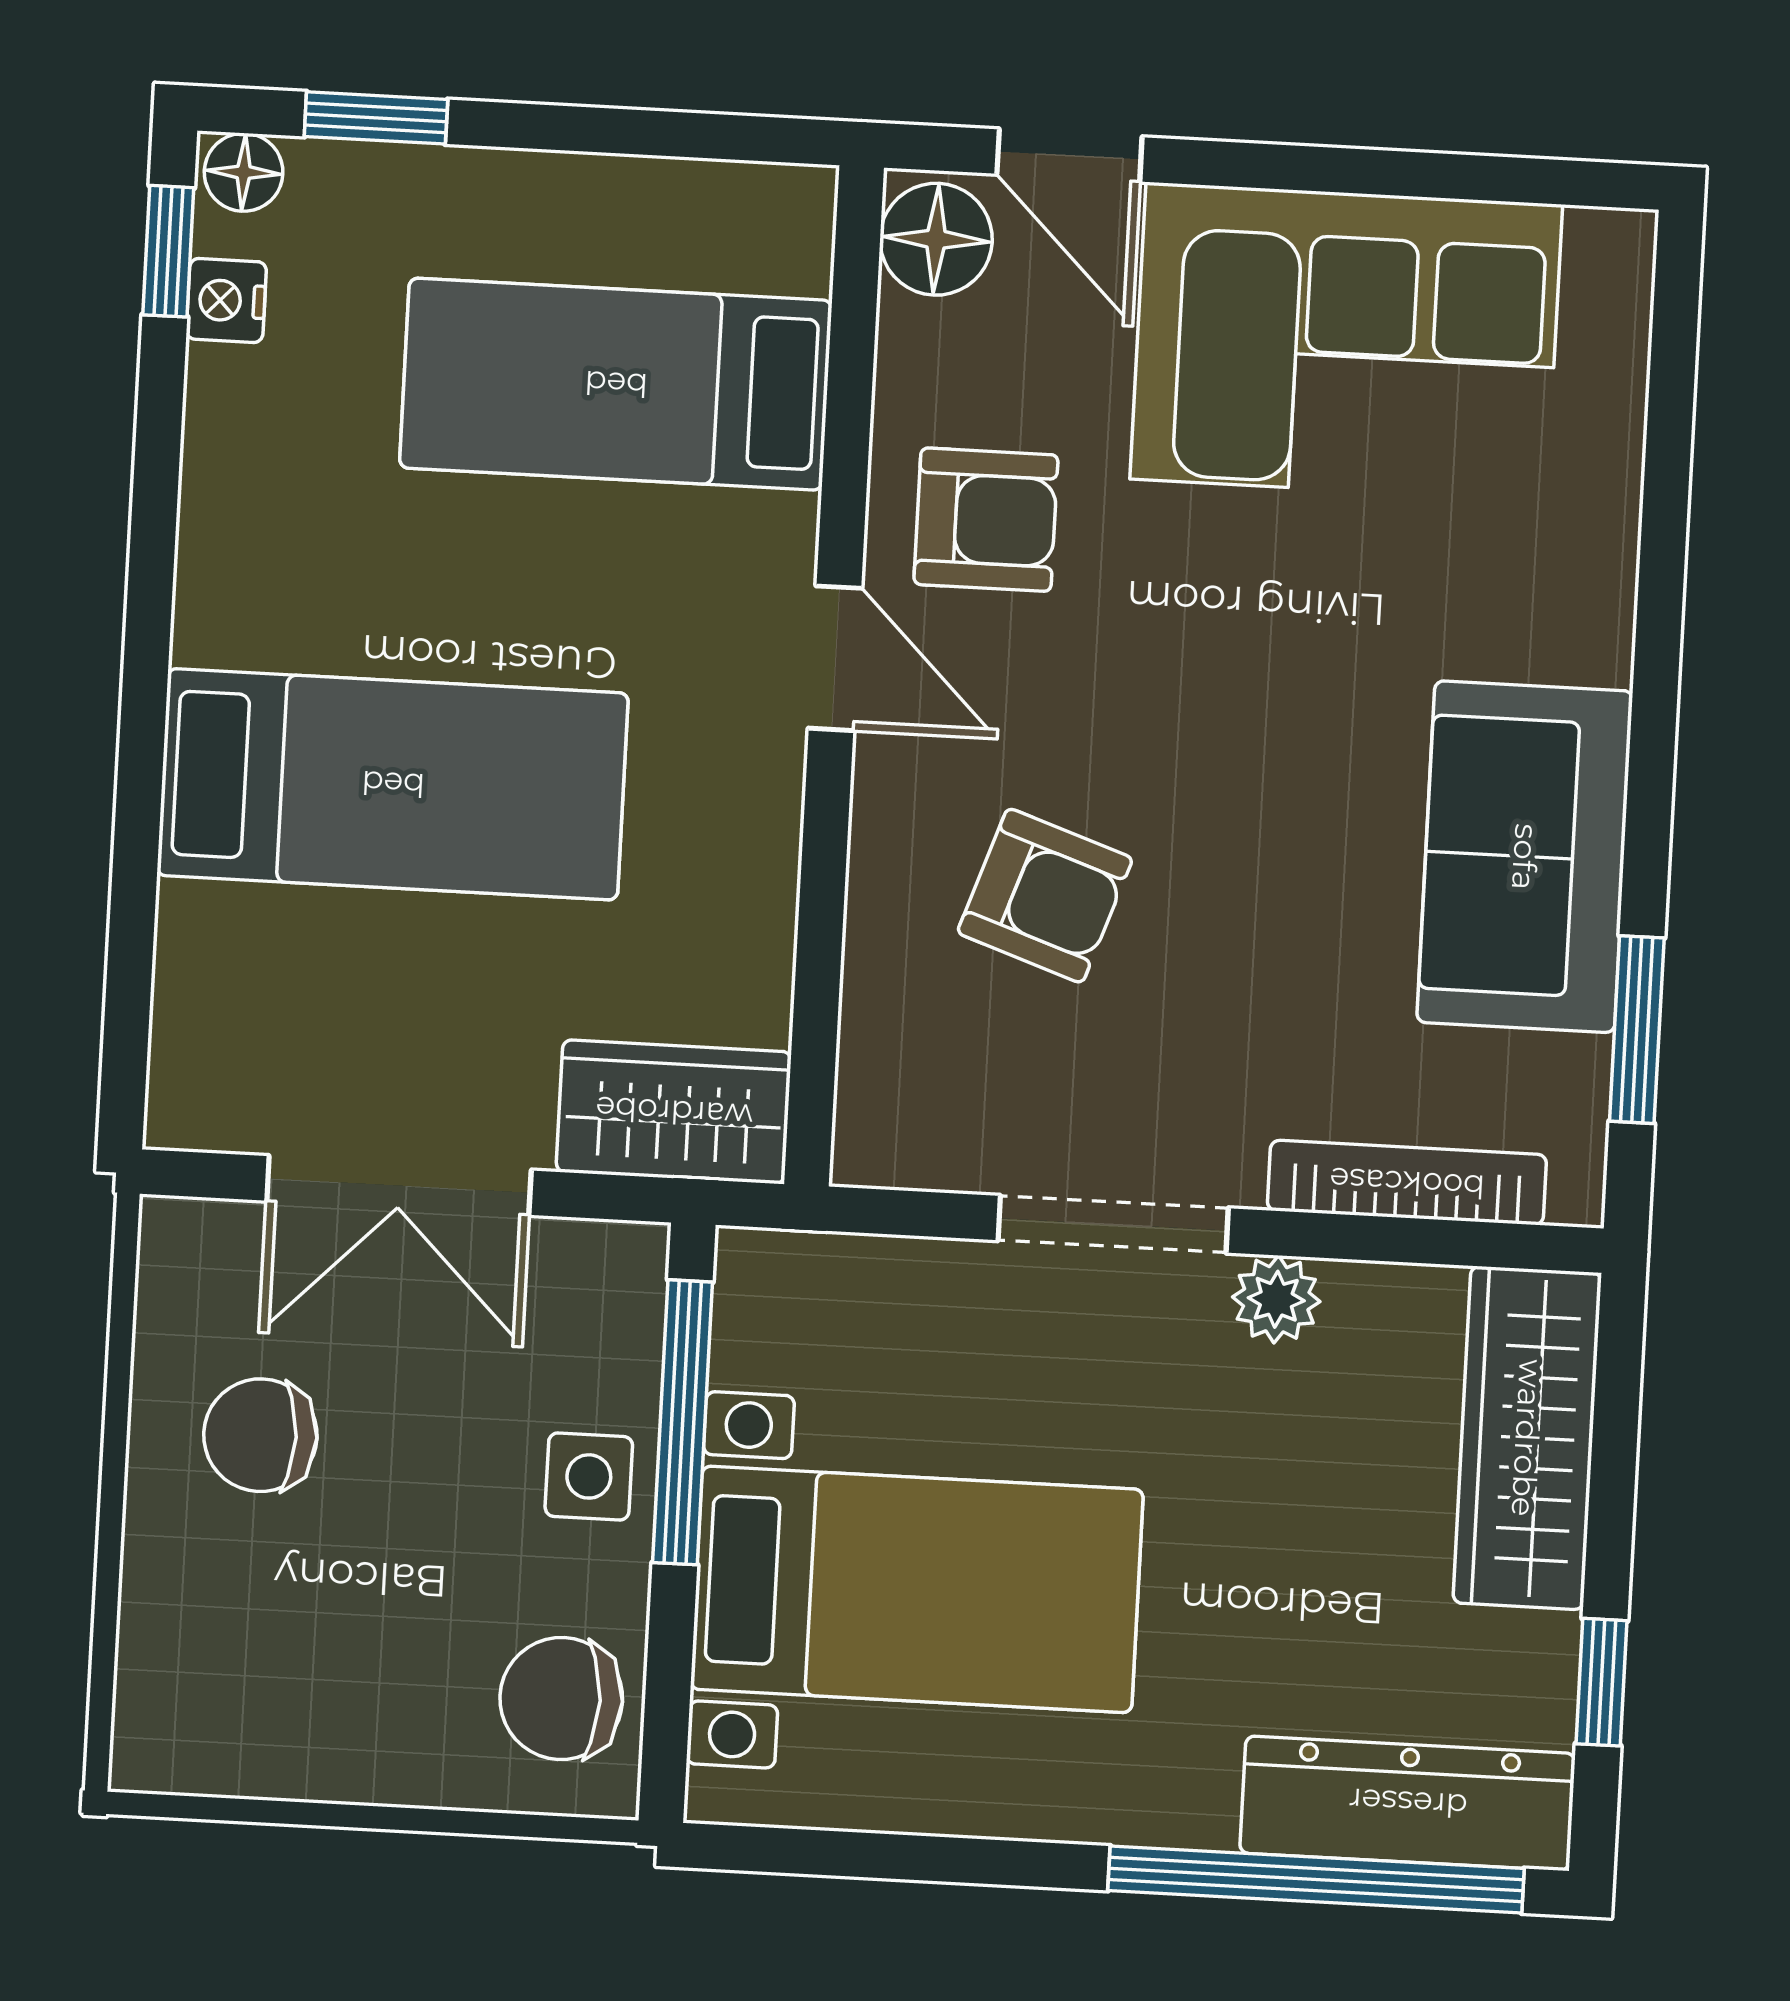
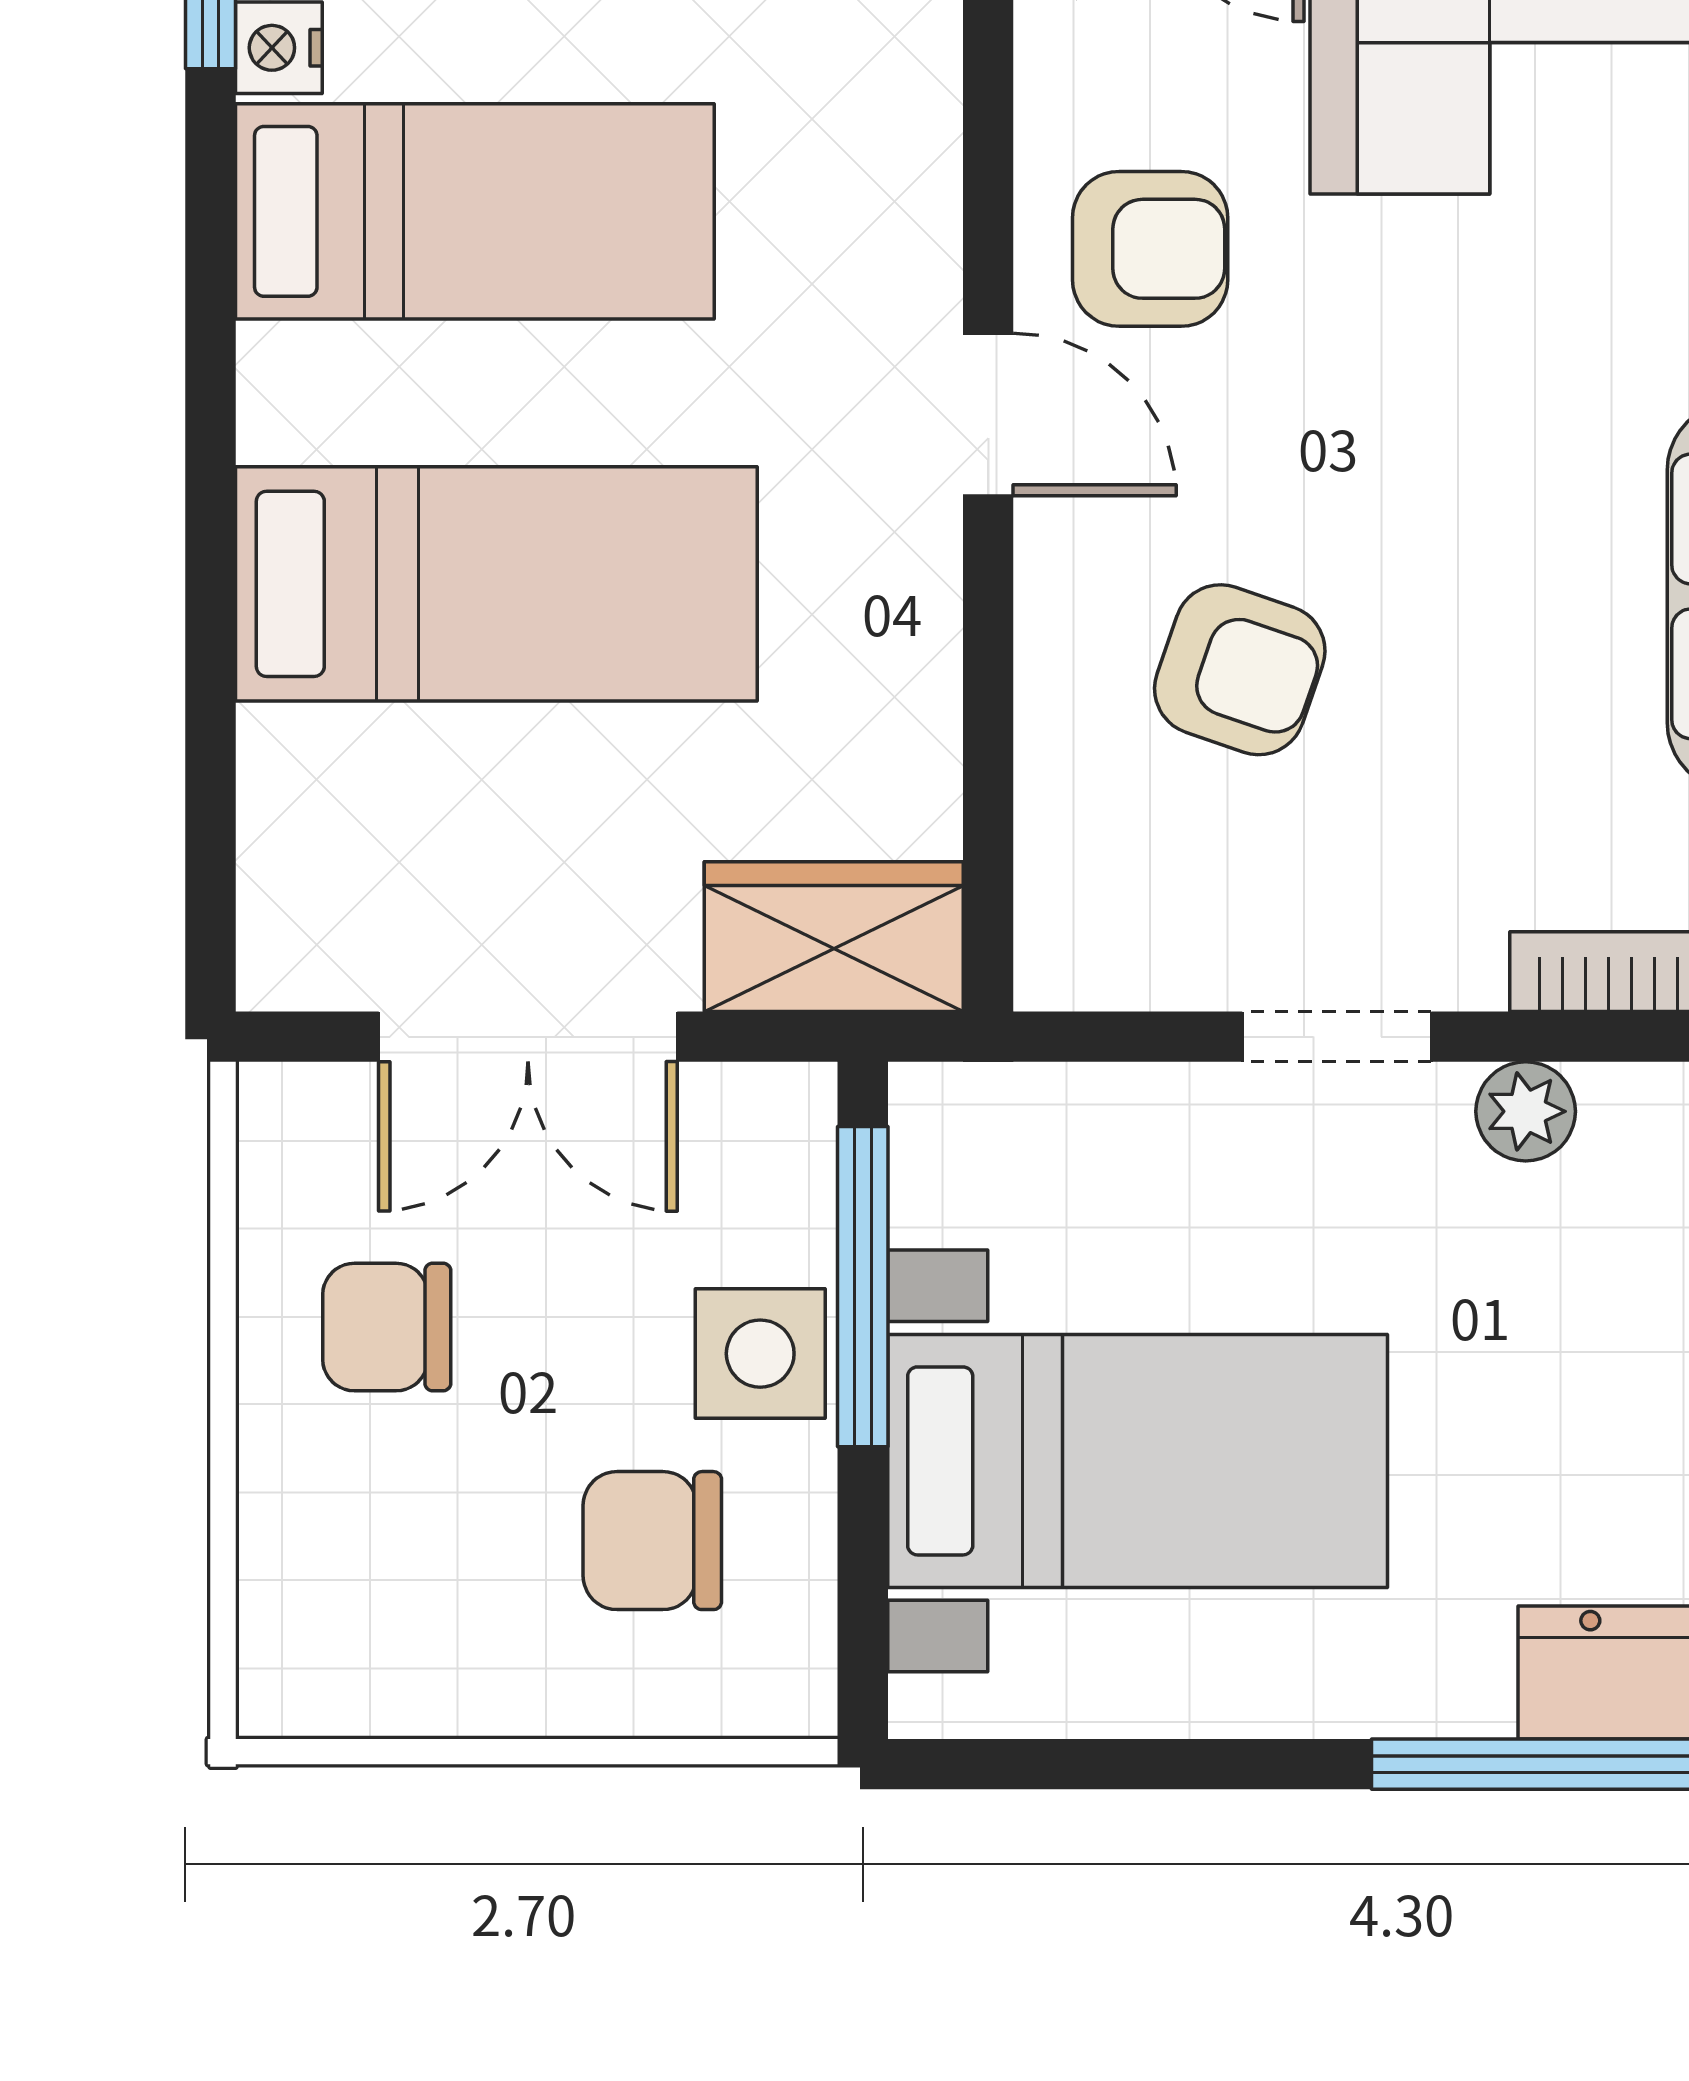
bed: (616, 384) -> (475, 211), moved, turned 180
doorway: (1113, 1224) -> (1337, 1037), width x0.73
side table: (589, 1476) -> (760, 1354), width x1.37, depth x1.37
chair: (561, 1699) -> (652, 1541), moved

